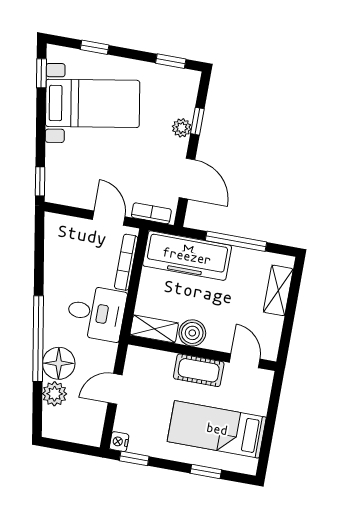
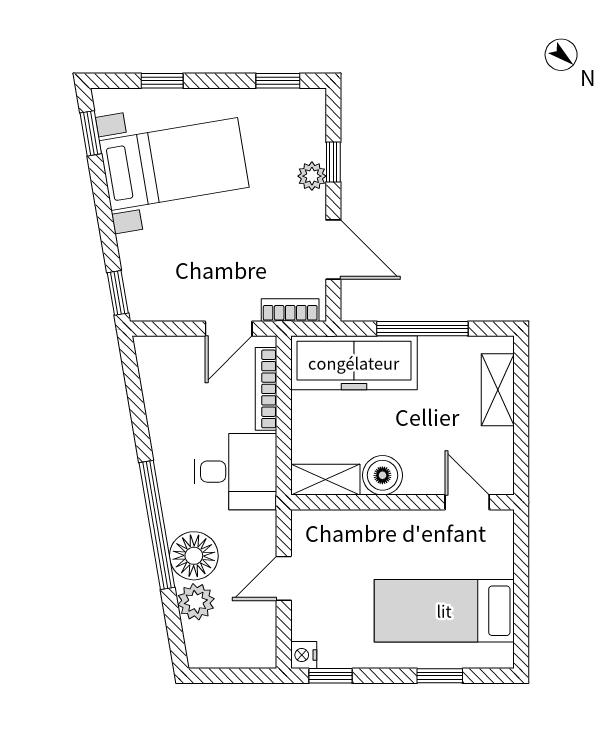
door: (109, 218) -> (229, 329), swing flipped
cot: (199, 370) -> (402, 529), removed

